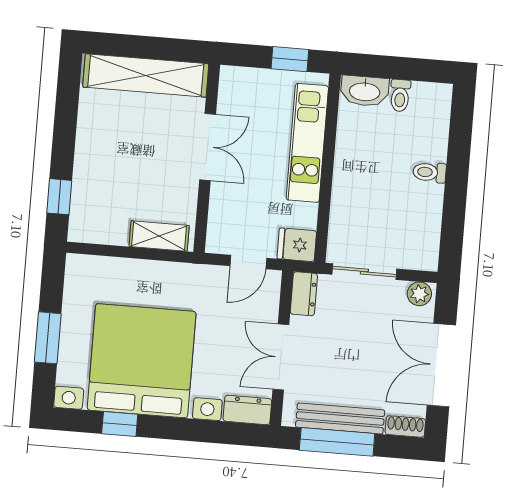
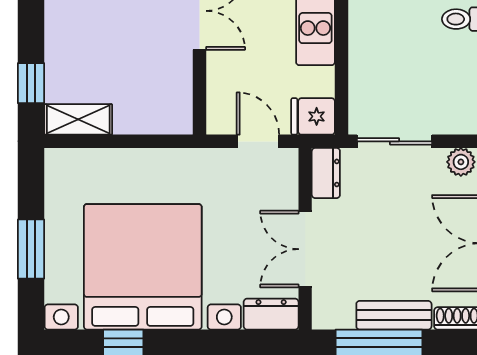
shelving: (159, 236) -> (78, 119), moved
door: (248, 262) -> (258, 141), swing flipped
bench: (340, 419) -> (394, 315), width x0.73

